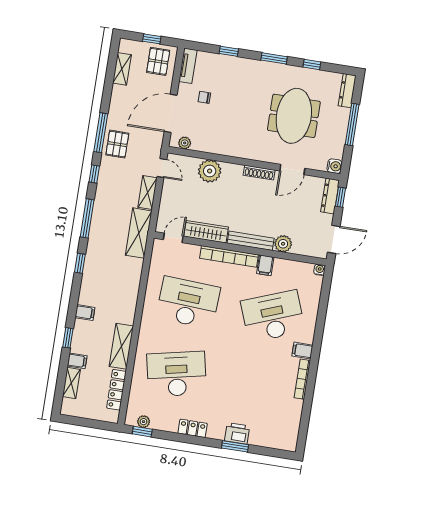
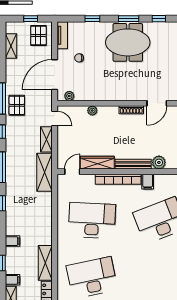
meeting table: (294, 116) -> (128, 42), moved, turned 90
plant: (210, 171) -> (92, 111), width x0.53, depth x0.53

